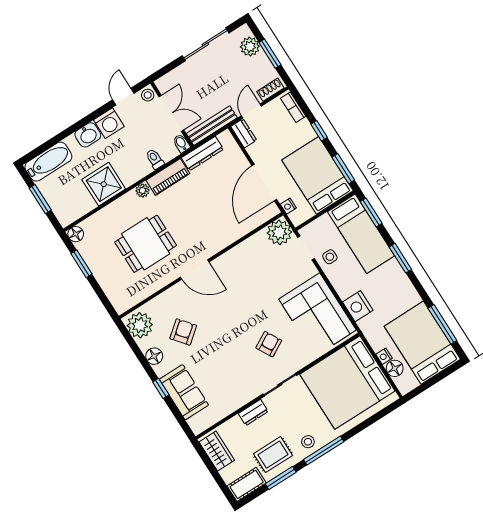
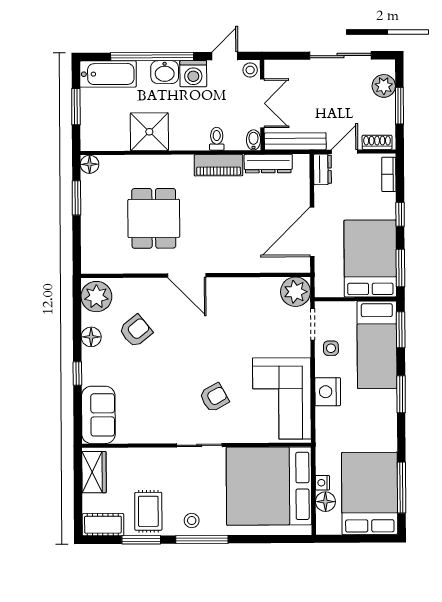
window: (72, 129) -> (152, 56), added
plant: (143, 190) -> (184, 163), removed
nightstand: (288, 206) -> (321, 271), removed
dining table: (146, 244) -> (154, 218), turned 90
nightstand: (358, 306) -> (328, 392), moved
sofa: (184, 392) -> (98, 415), moved
dresser: (253, 412) -> (155, 456), removed
rug: (273, 455) -> (148, 511), turned 90

